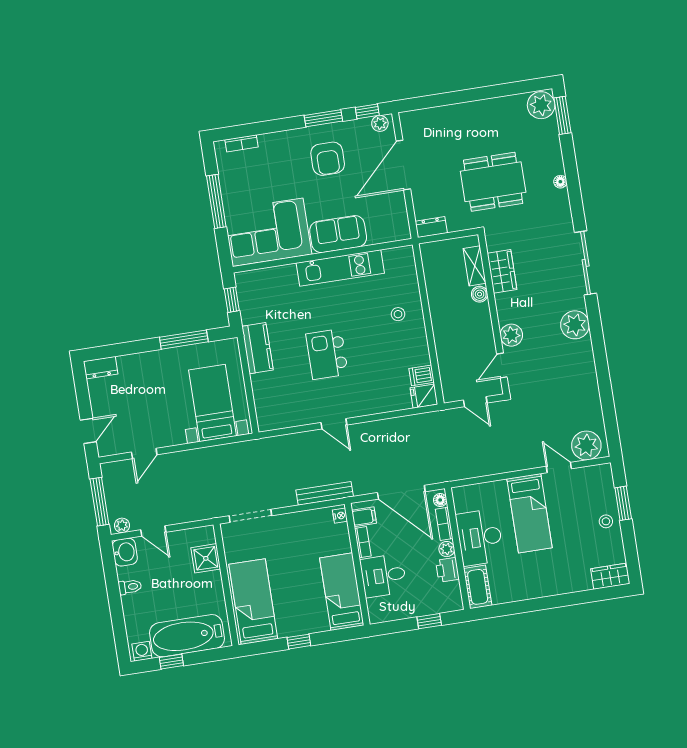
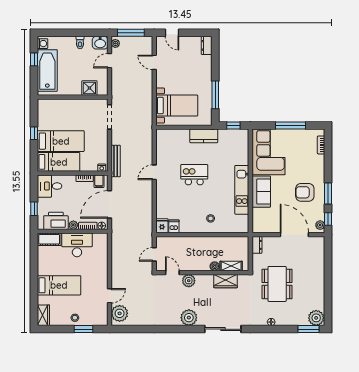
bed: (530, 513) -> (59, 285), moved, turned 180
printer: (447, 570) -> (56, 221), width x1.87, depth x1.48
desk: (383, 576) -> (50, 186), moved, turned -90
bed: (253, 602) -> (61, 141), moved

